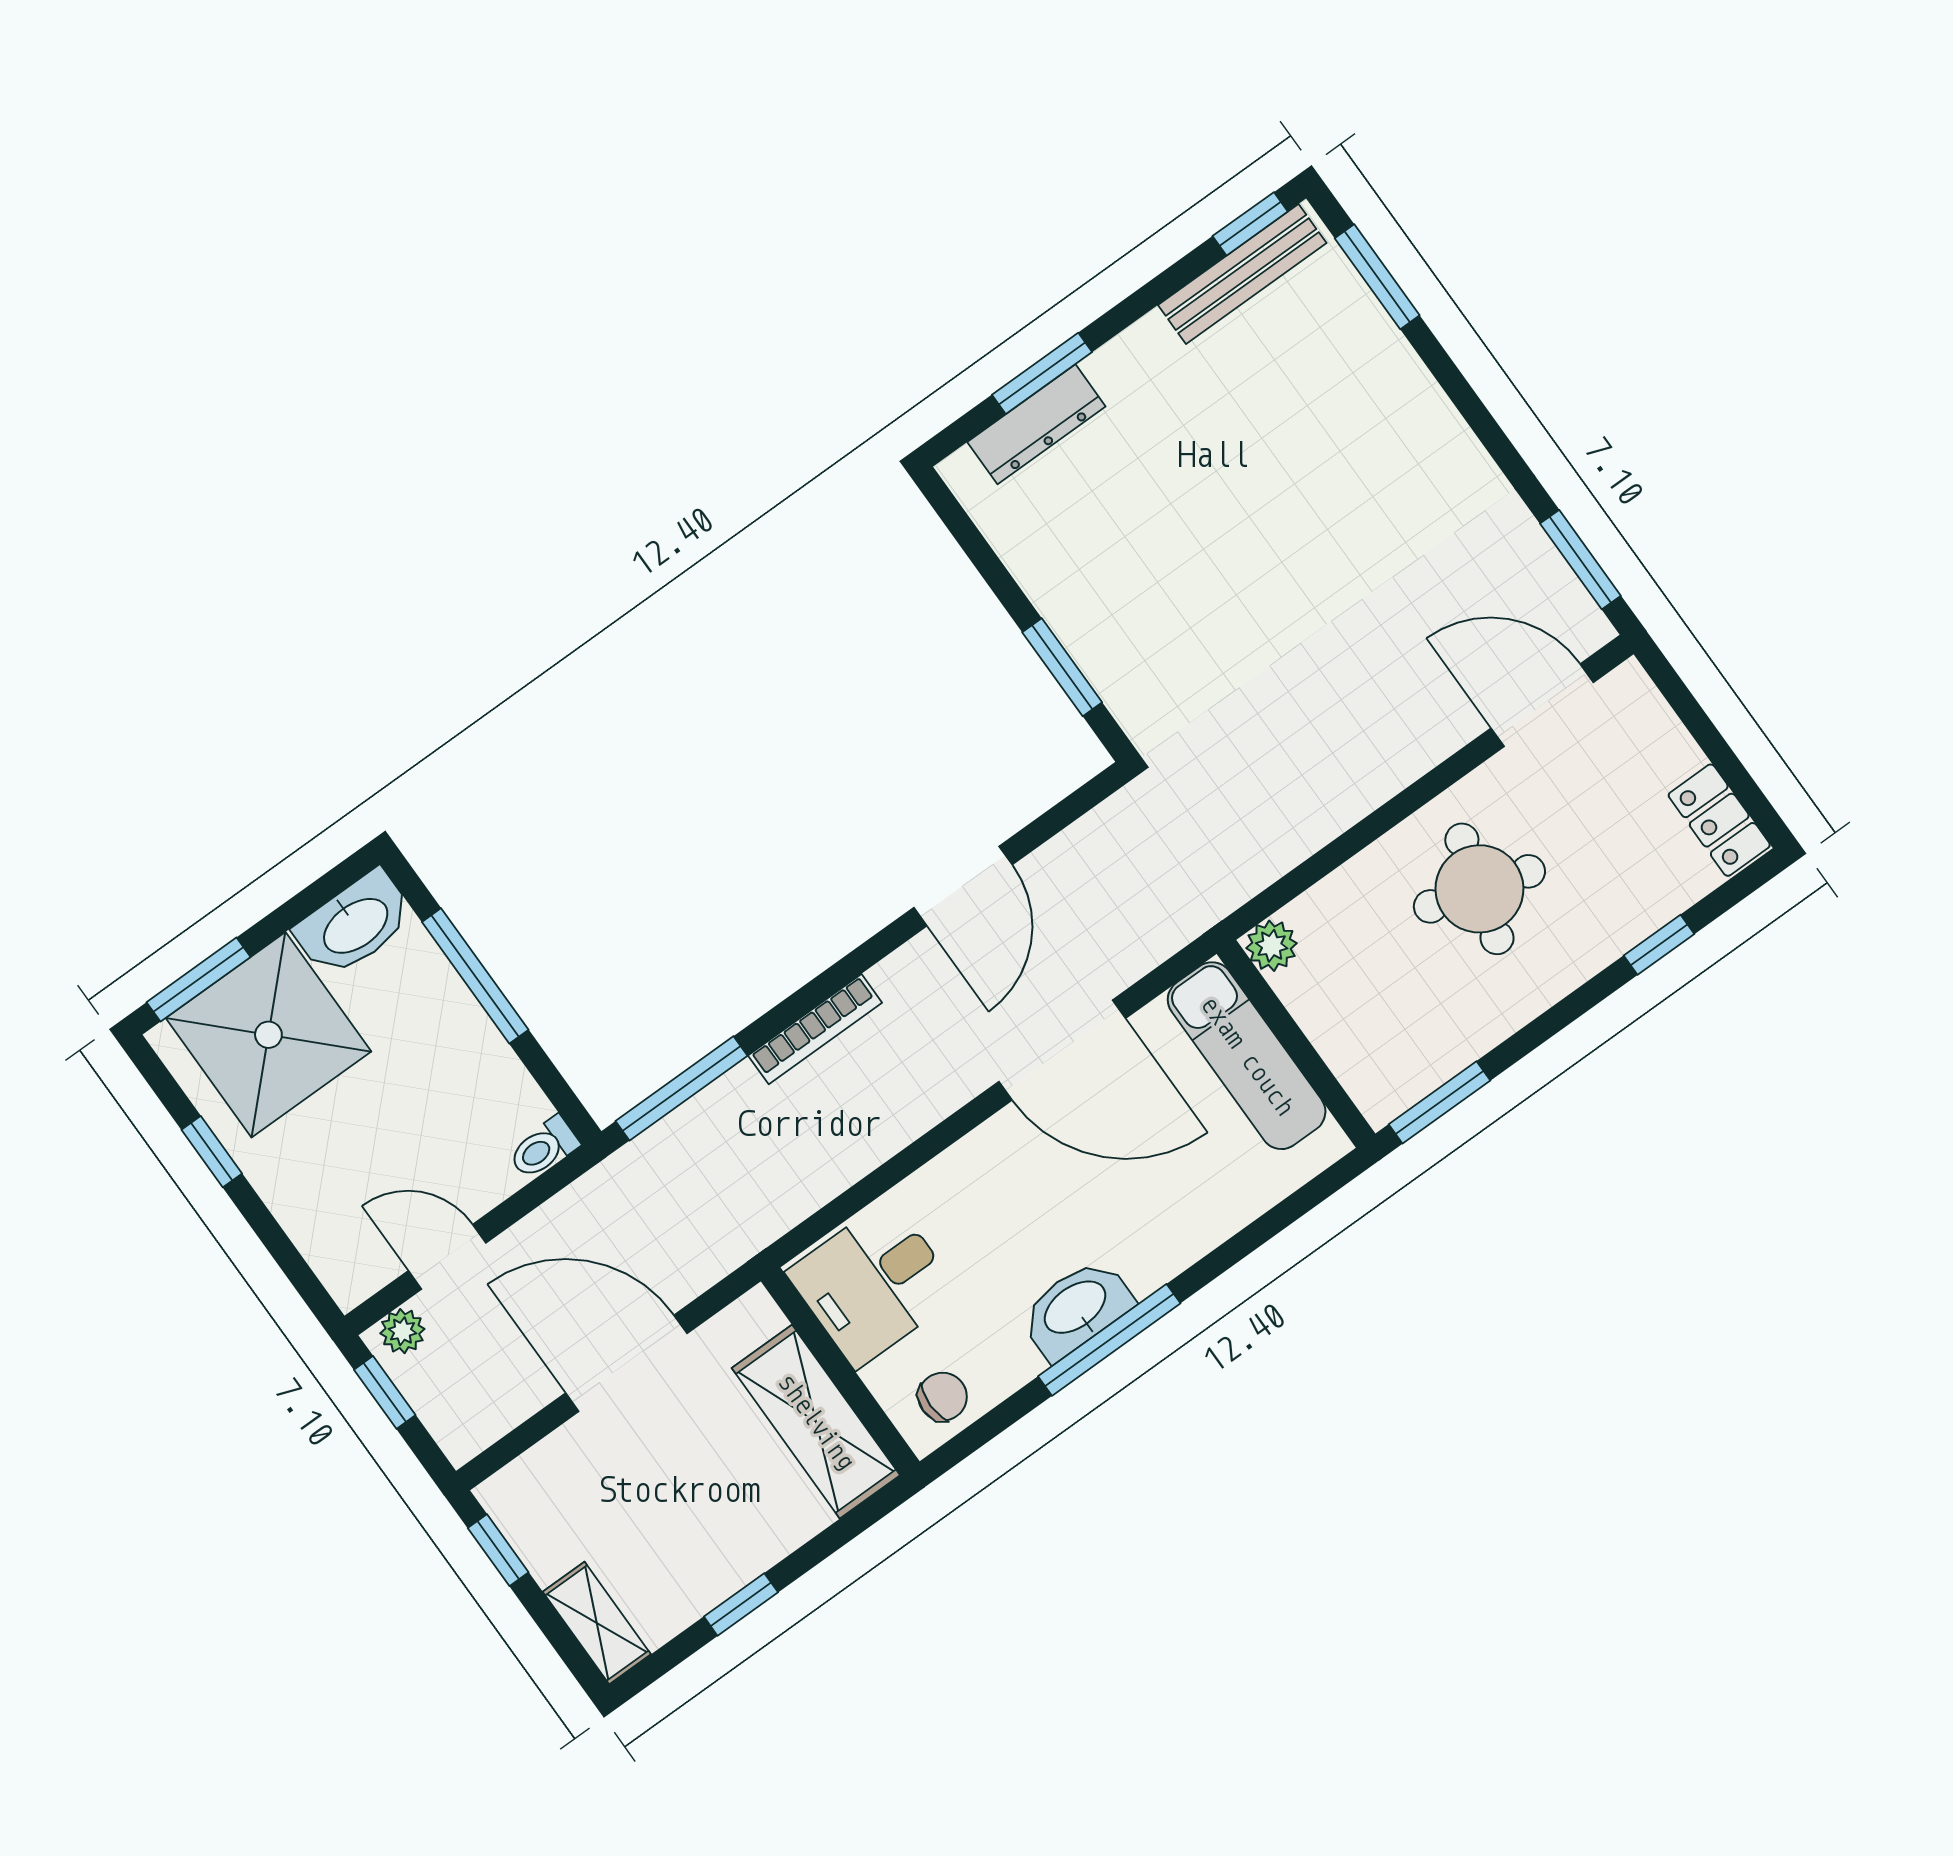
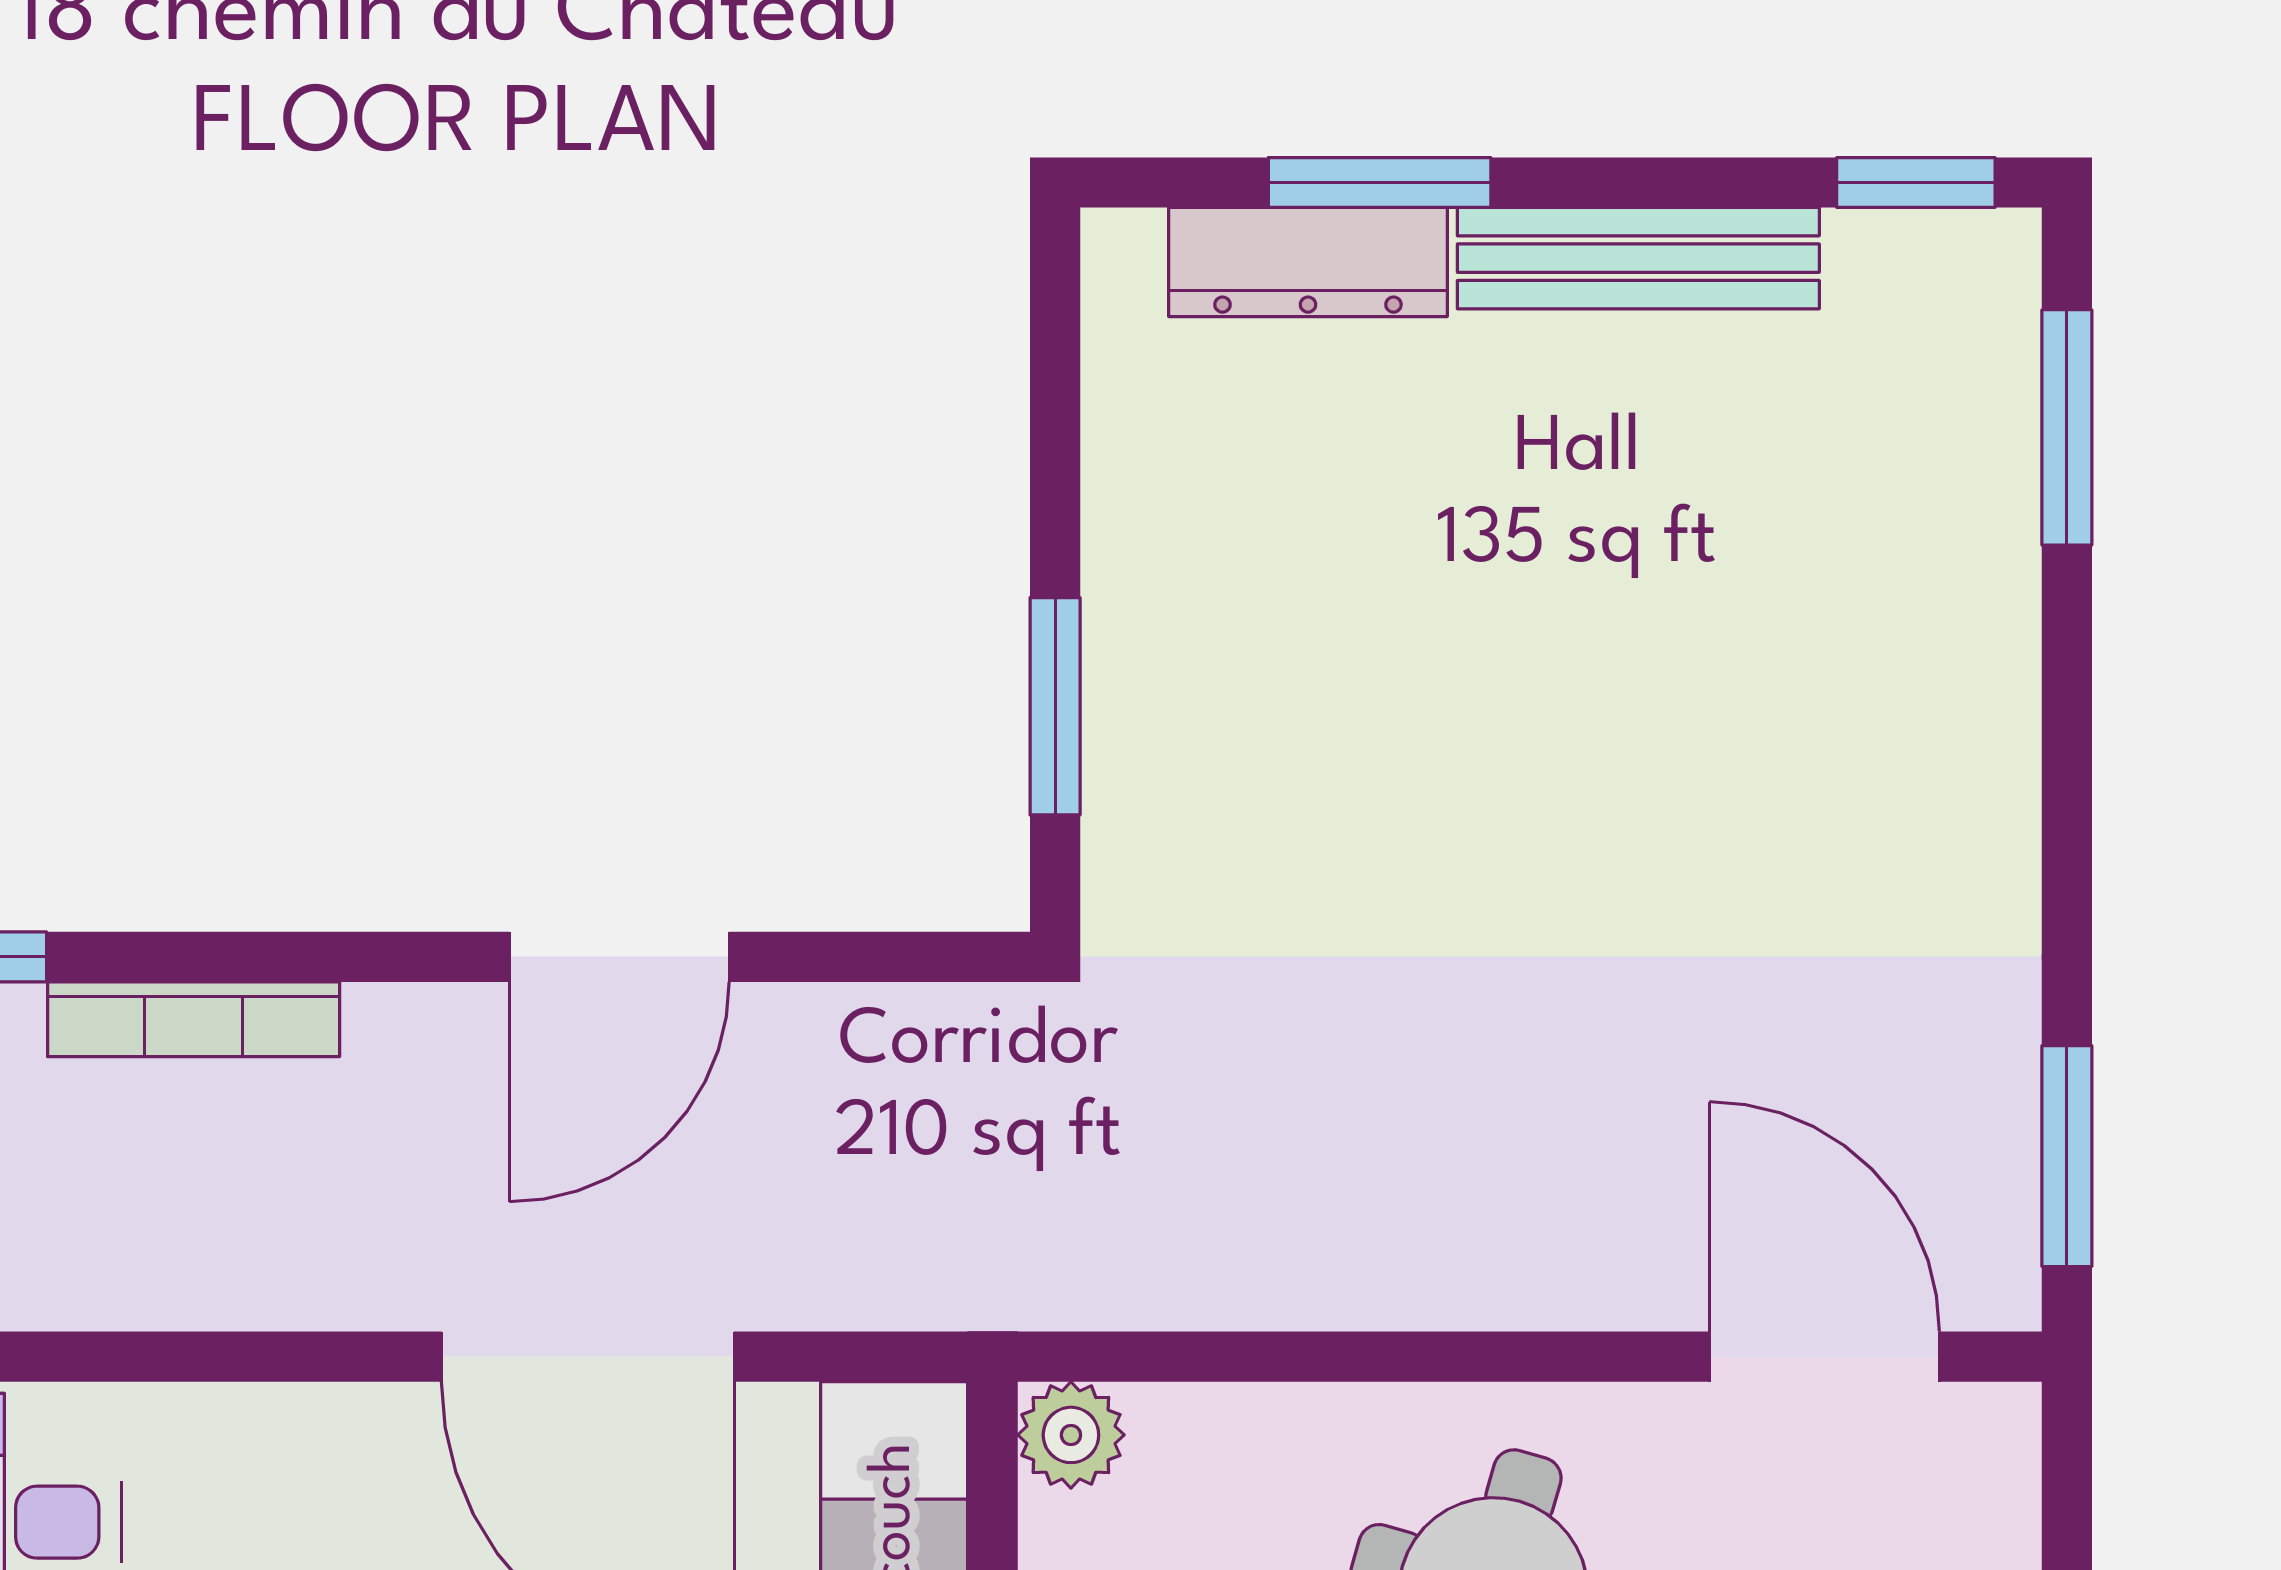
bench: (1242, 274) -> (1638, 258), moved

